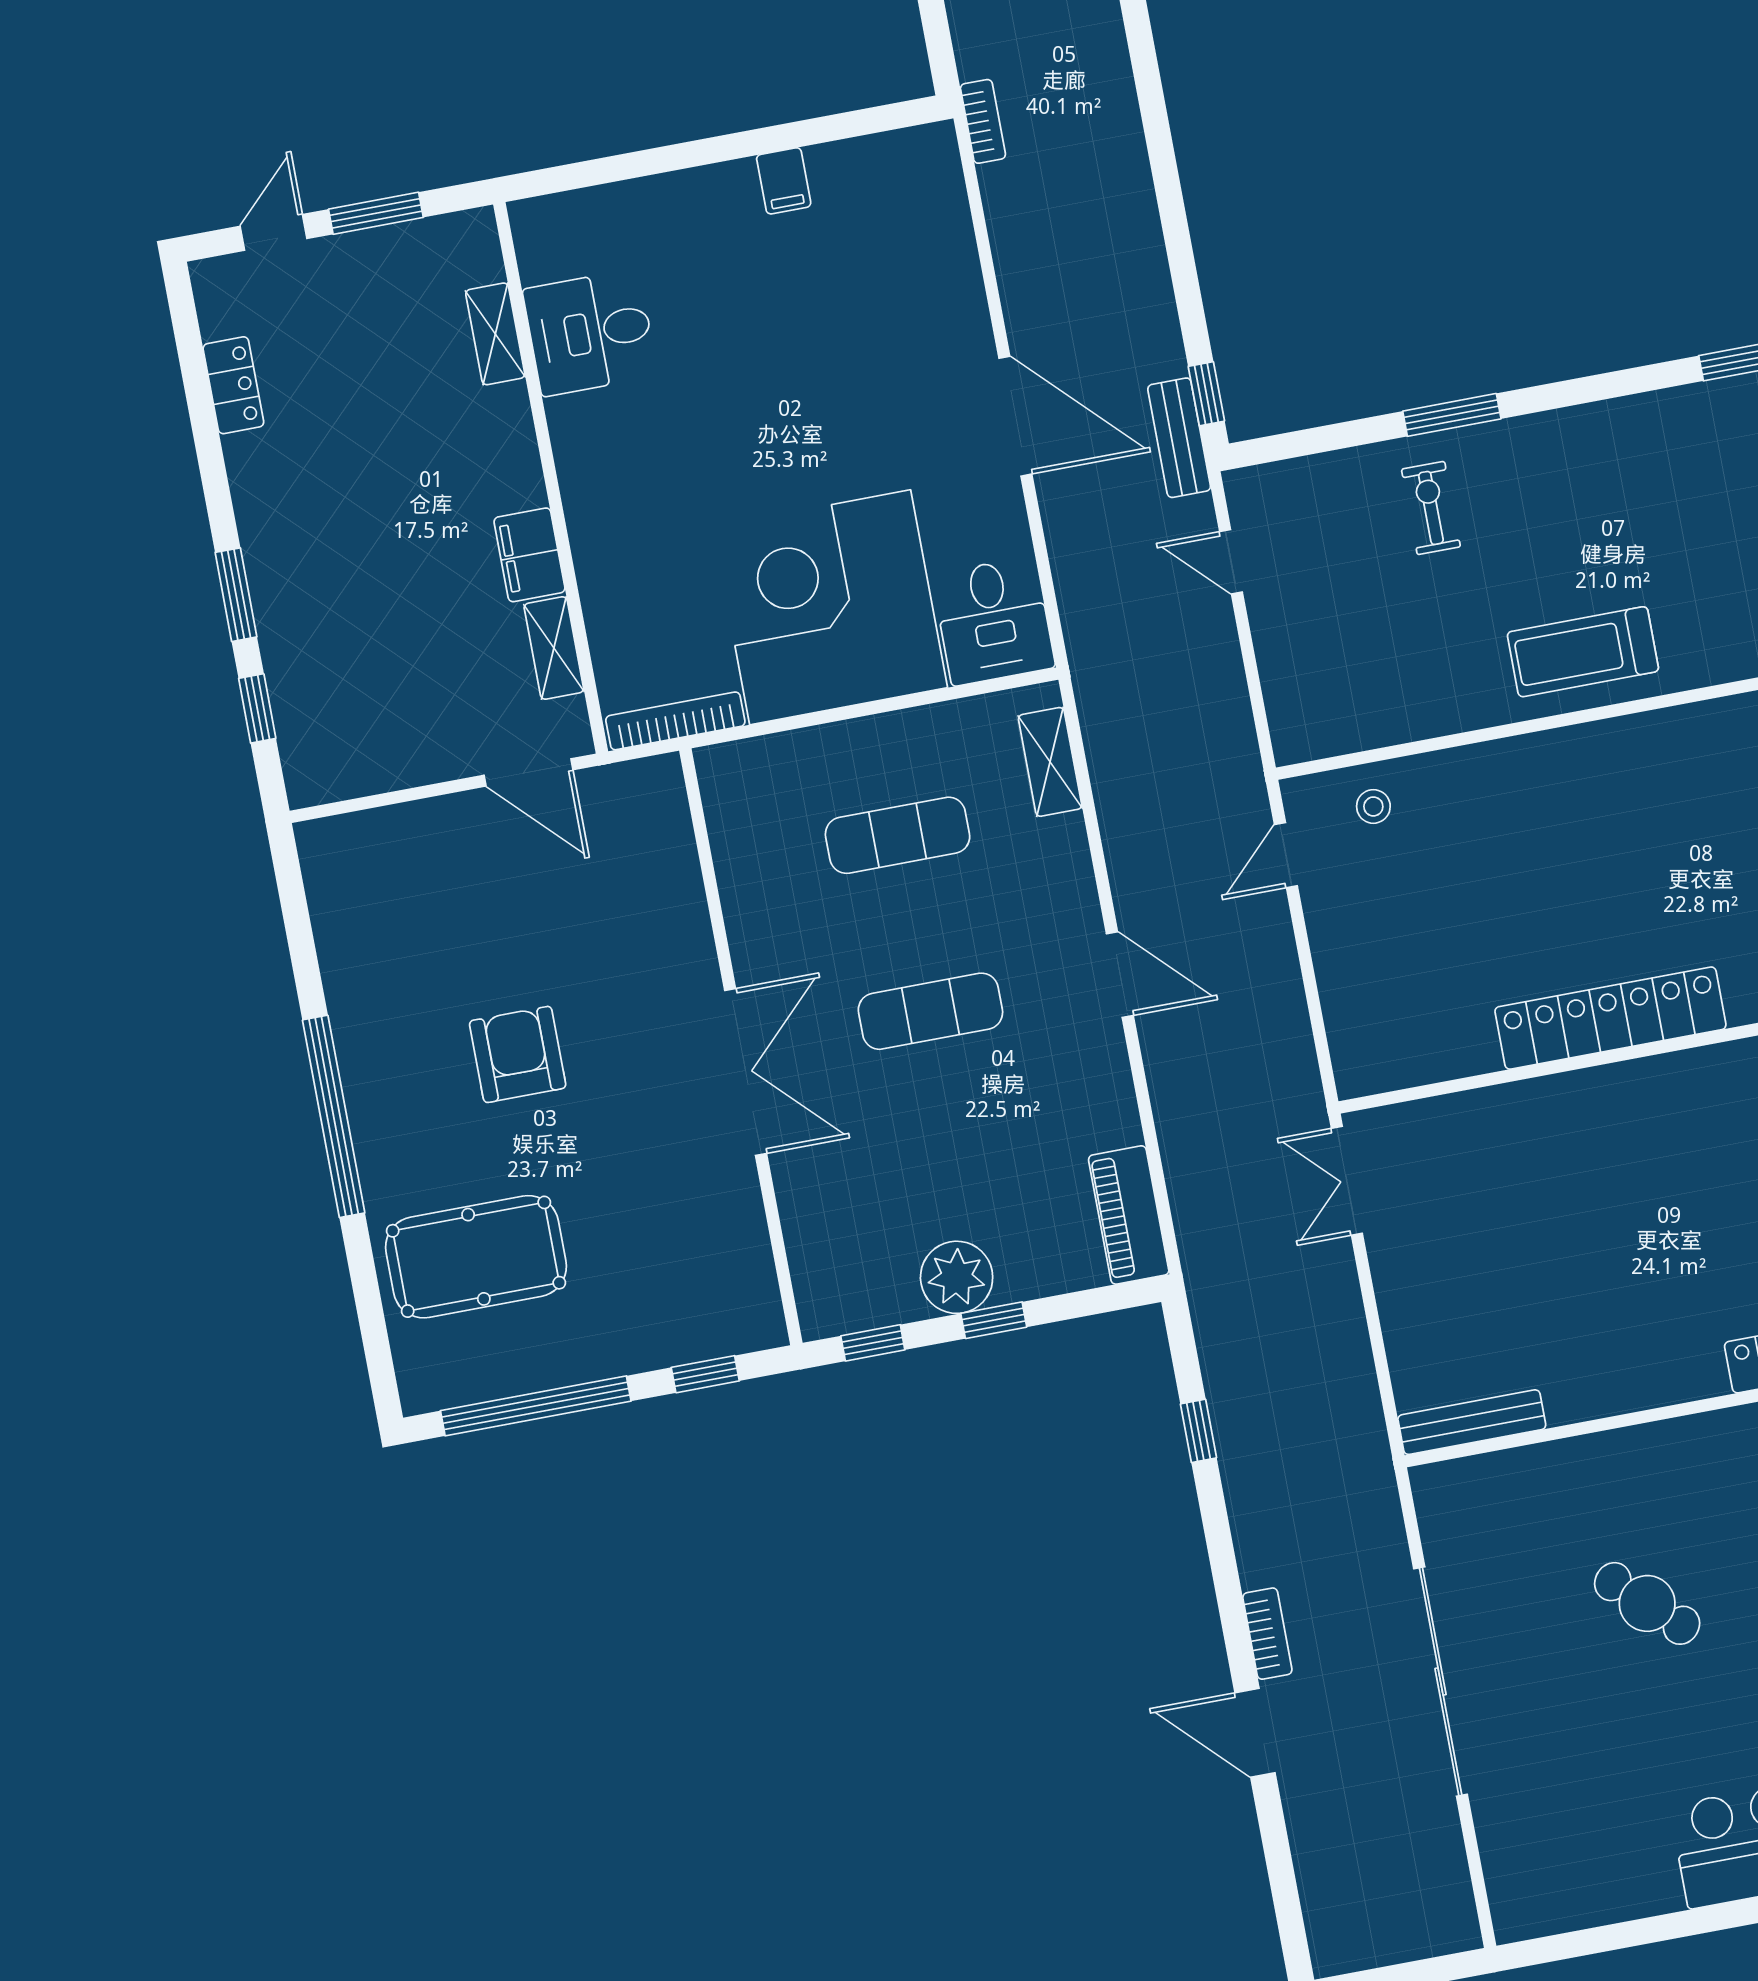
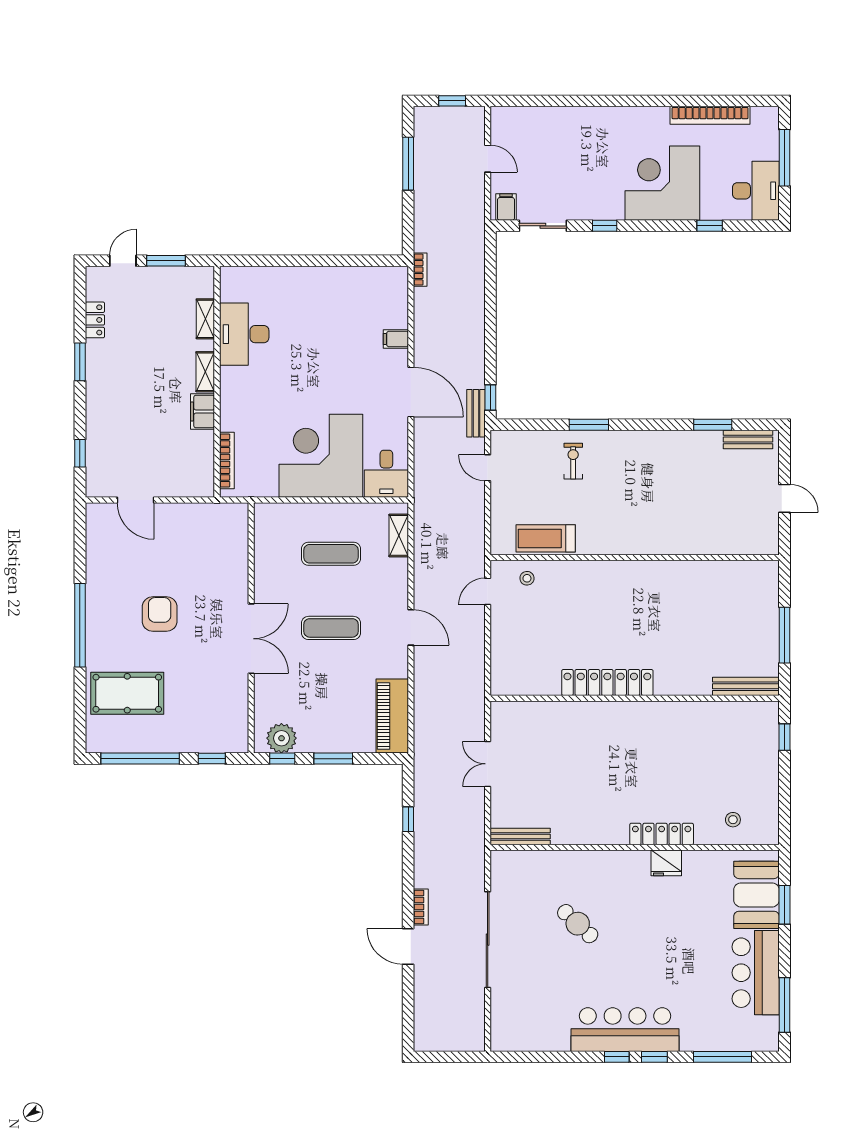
filing cabinet: (784, 181) -> (396, 339), moved, turned 90
desk: (590, 333) -> (244, 334), width x1.37
window: (236, 595) -> (80, 362), moved
shelving: (554, 648) -> (205, 372), moved
treadmill: (1583, 652) -> (546, 538), moved
bookcase: (675, 721) -> (227, 460), moved, turned 90
door: (529, 772) -> (136, 500), moved
double door: (1347, 1181) -> (488, 764), moved
piano: (1129, 1215) -> (392, 716), width x1.37, depth x1.33
plant: (957, 1277) -> (281, 738), moved
window: (994, 1320) -> (333, 759), width x1.50

